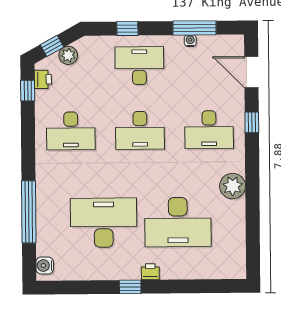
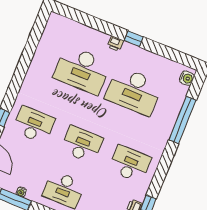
plant: (233, 186) -> (34, 79), removed
desk: (178, 222) -> (82, 70), turned 180

